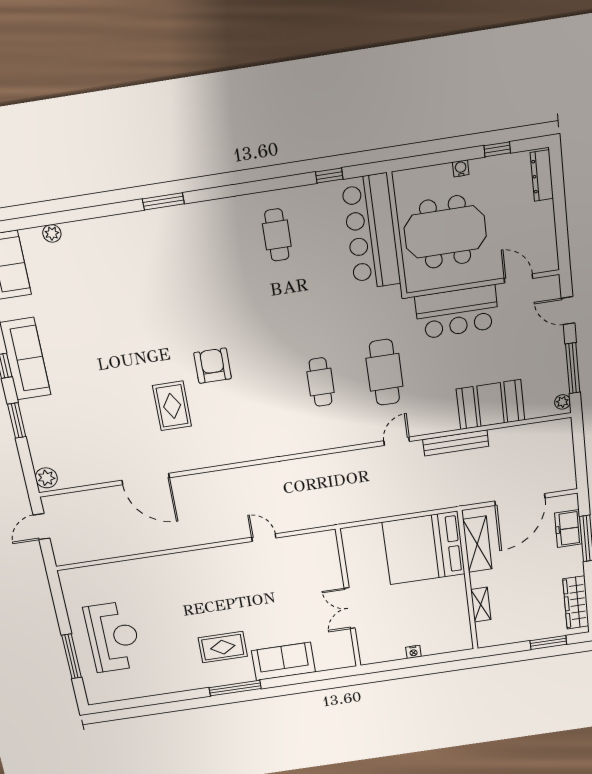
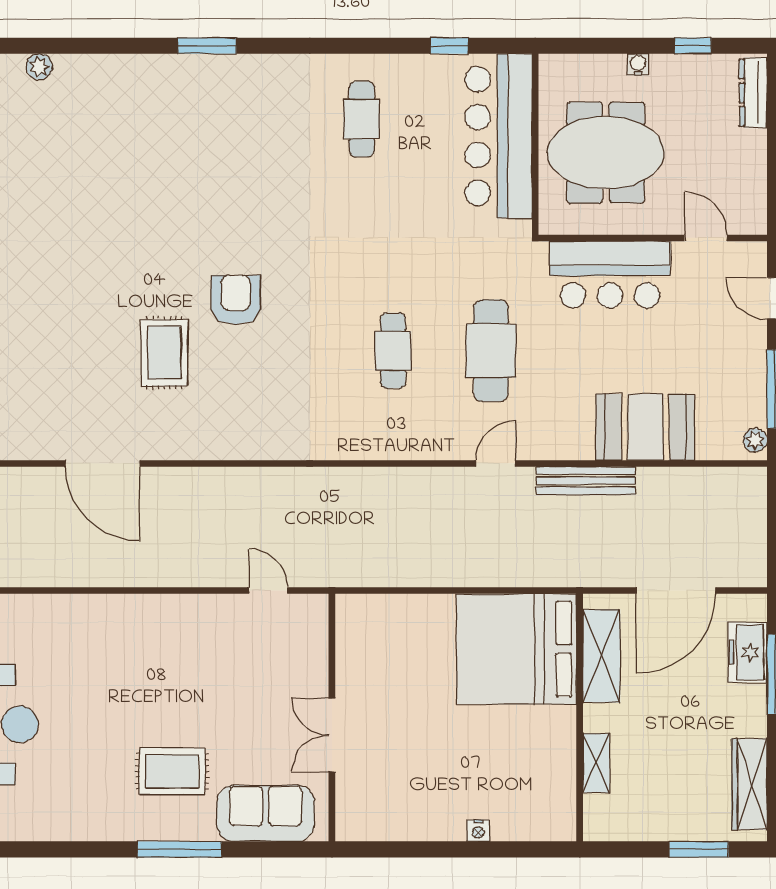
wall: (348, 598) -> (332, 718), moved
double door: (350, 608) -> (332, 735), moved

